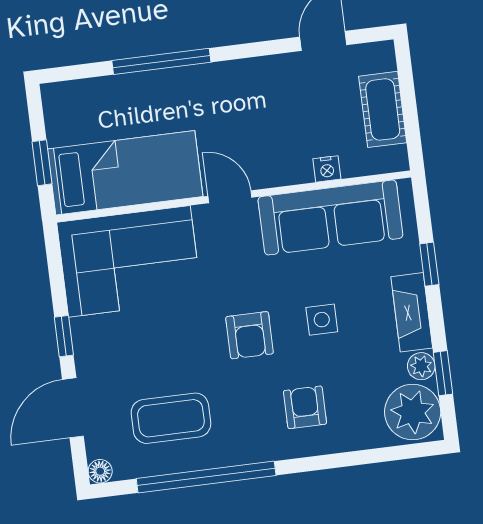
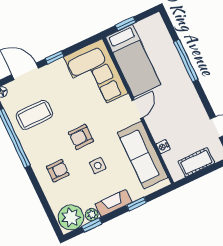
coffee table: (171, 418) -> (34, 115), turned 90

